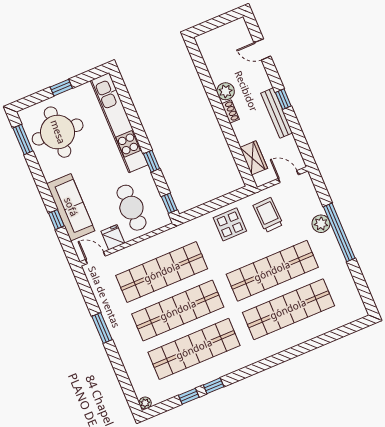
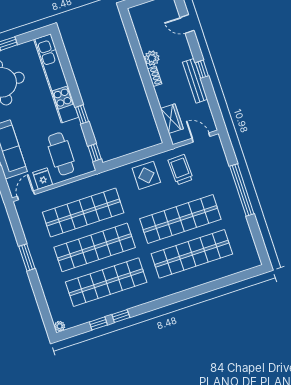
plant: (321, 224) -> (226, 181), removed
door: (95, 258) -> (26, 195), hinge flipped

